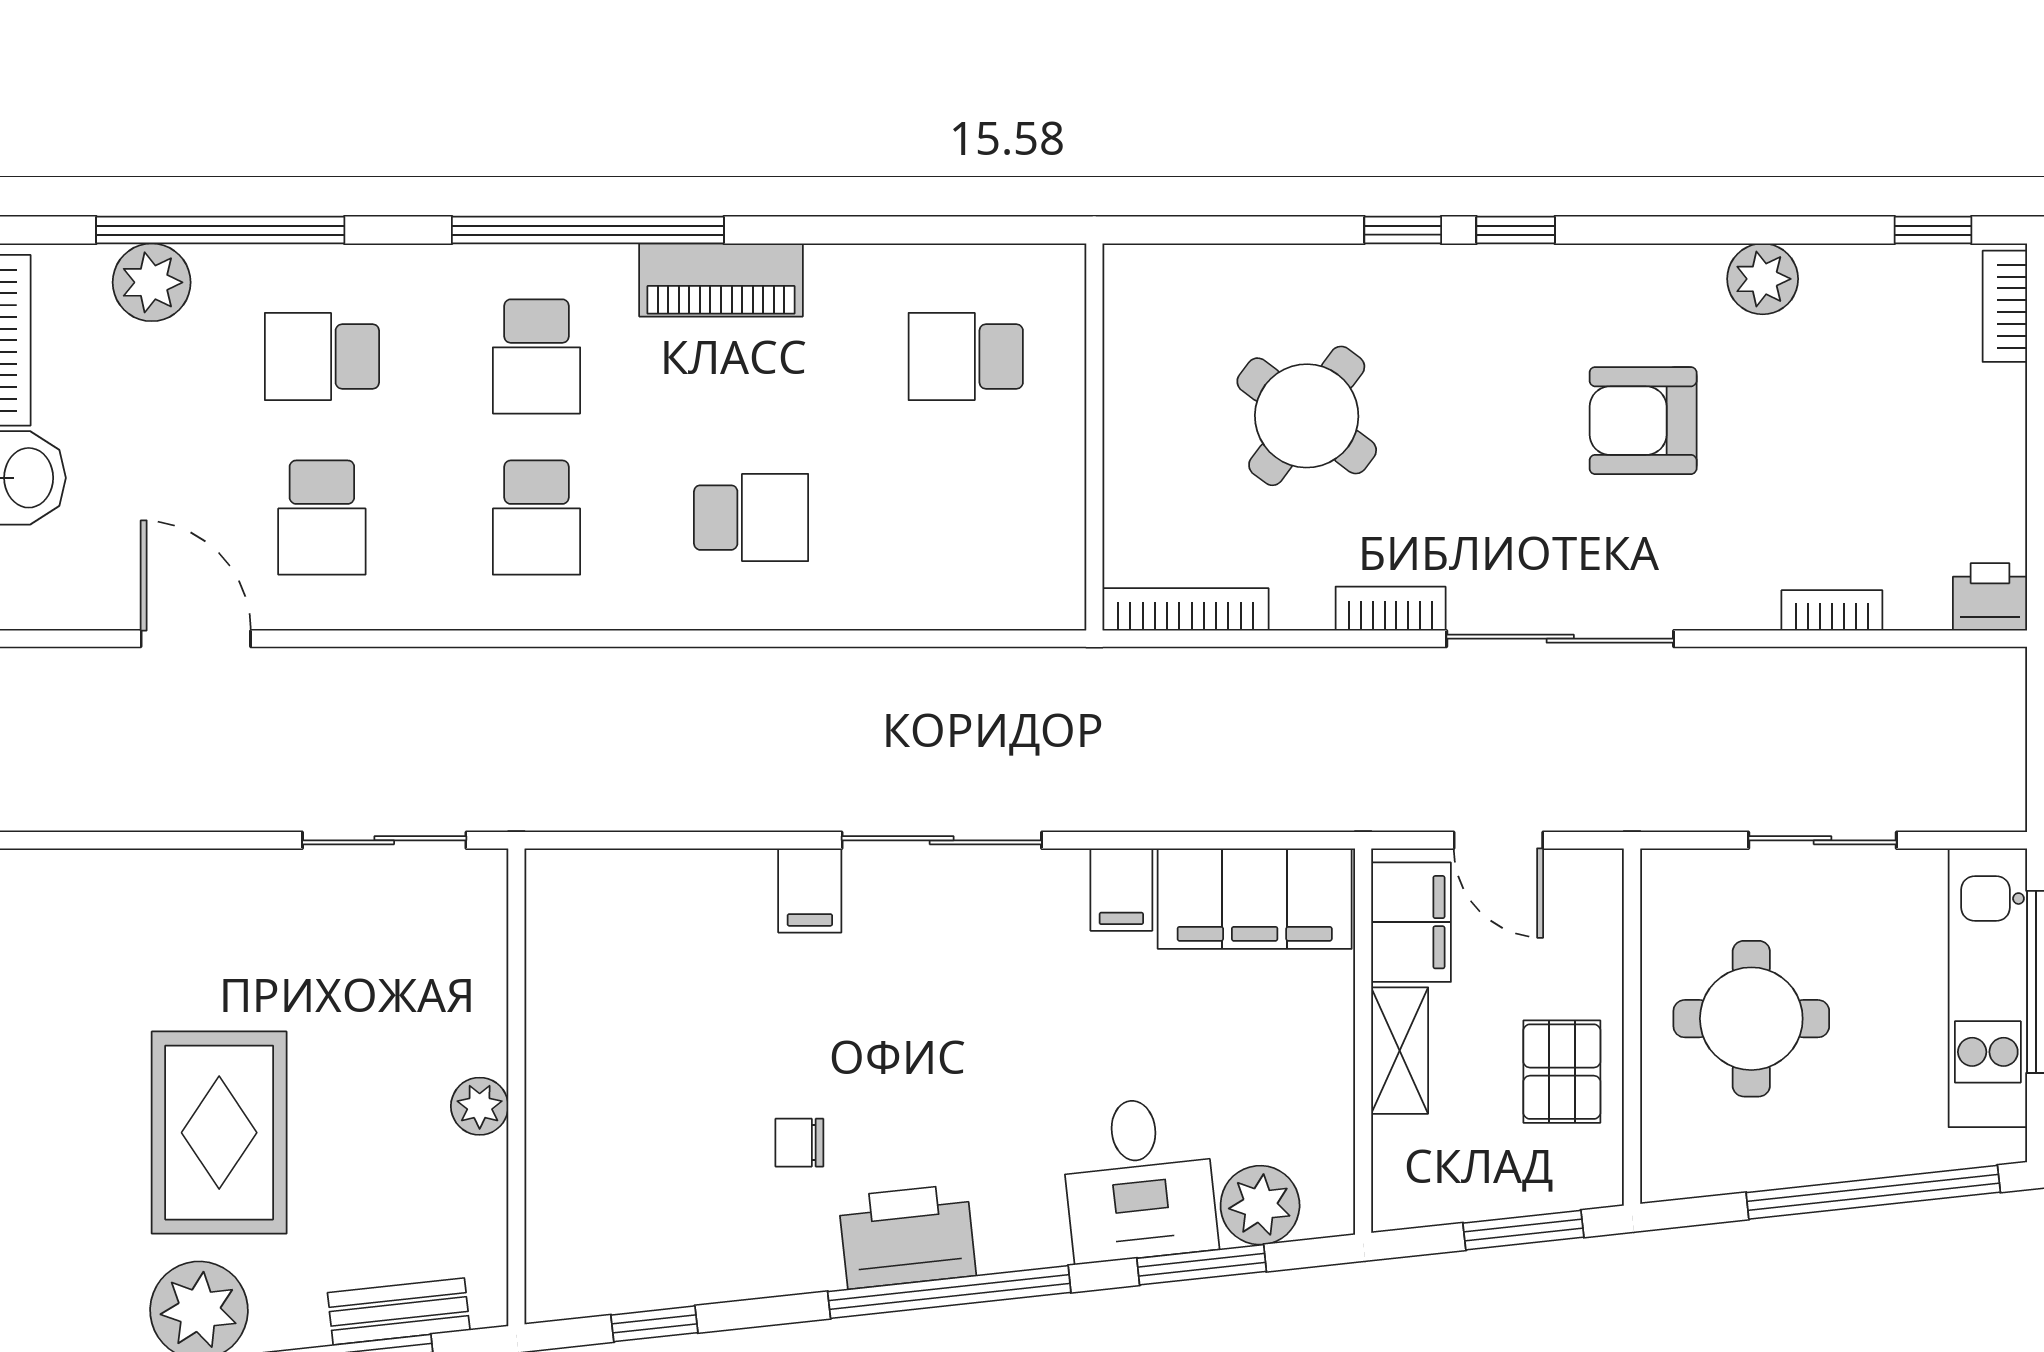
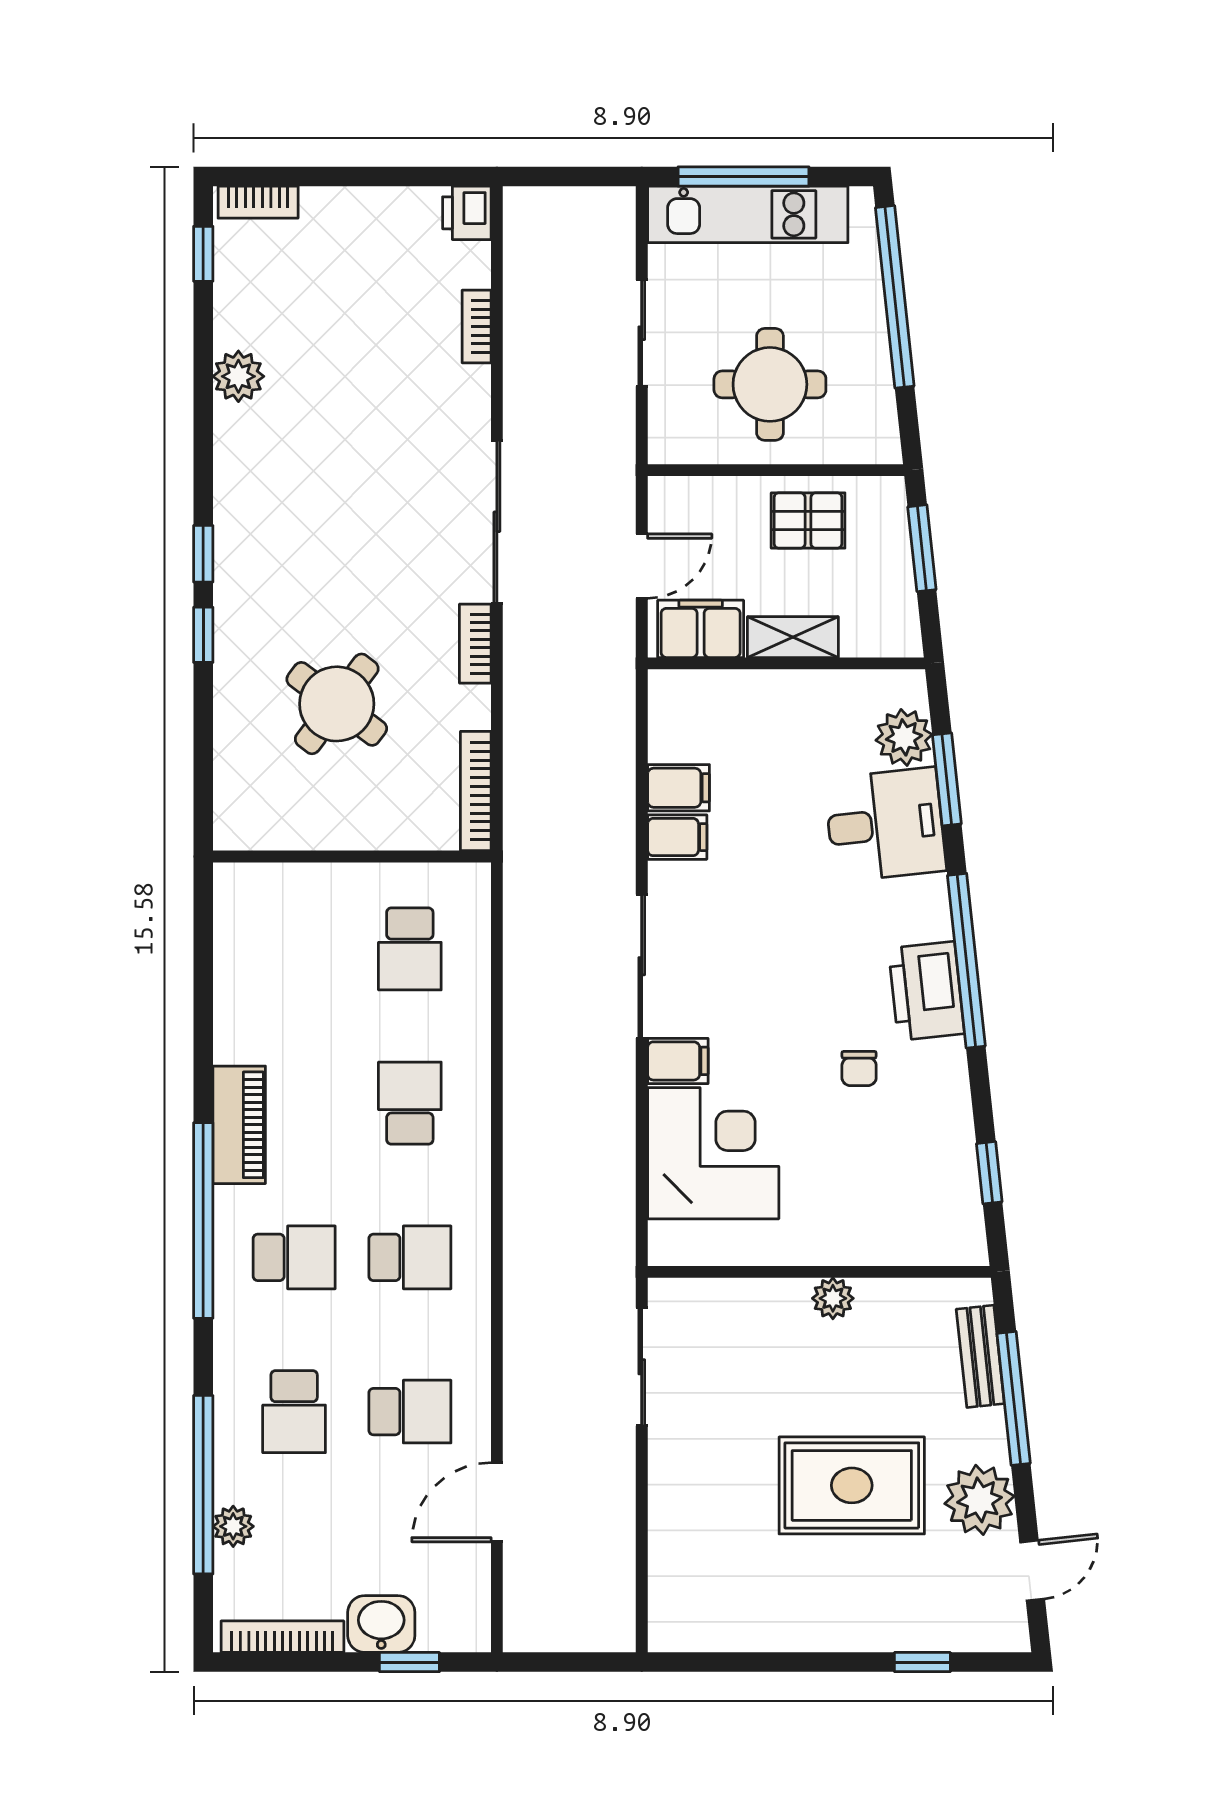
plant: (152, 282) -> (233, 1526), width x0.73, depth x0.73
school desk: (966, 356) -> (410, 949), moved
armchair: (1643, 421) -> (340, 462), removed
filing cabinet: (1255, 899) -> (679, 788), width x0.33, depth x0.86
corner desk: (682, 940) -> (713, 1153), added

